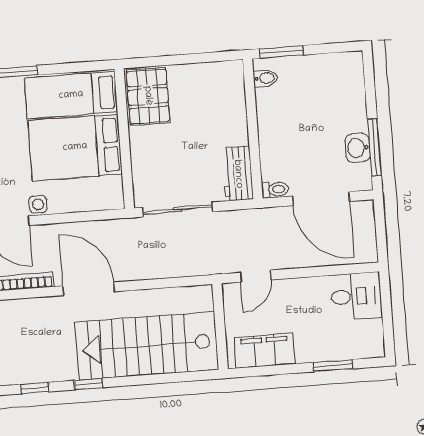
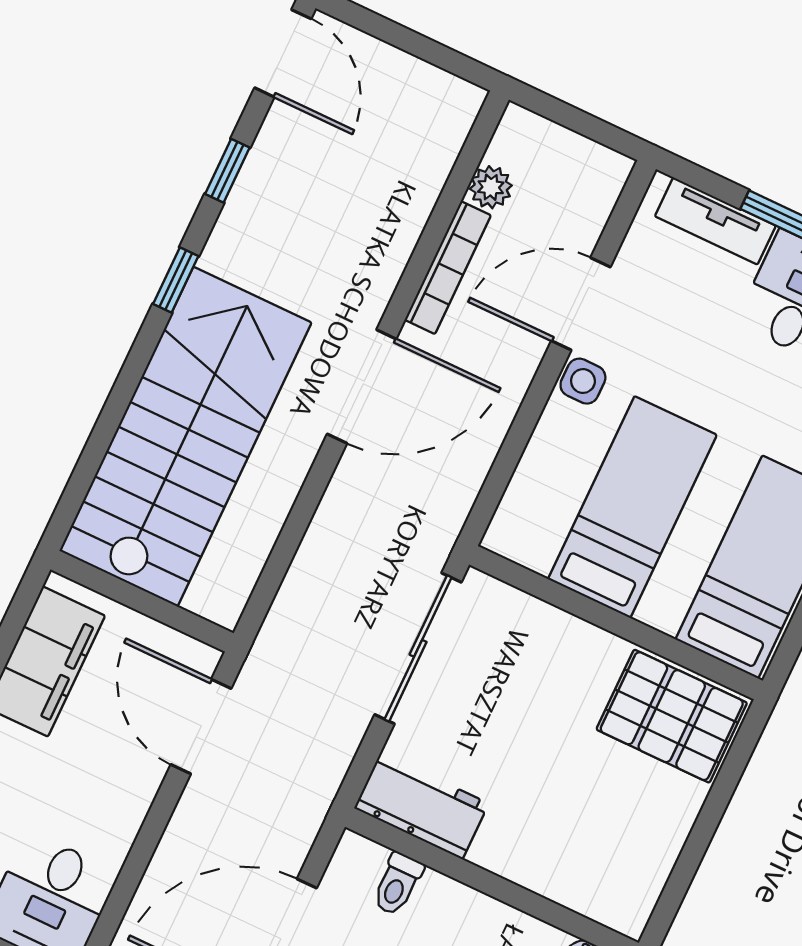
bed: (75, 147) -> (632, 507), width x0.67
toilet: (275, 189) -> (397, 884), moved
door: (255, 276) -> (201, 727), width x1.38

